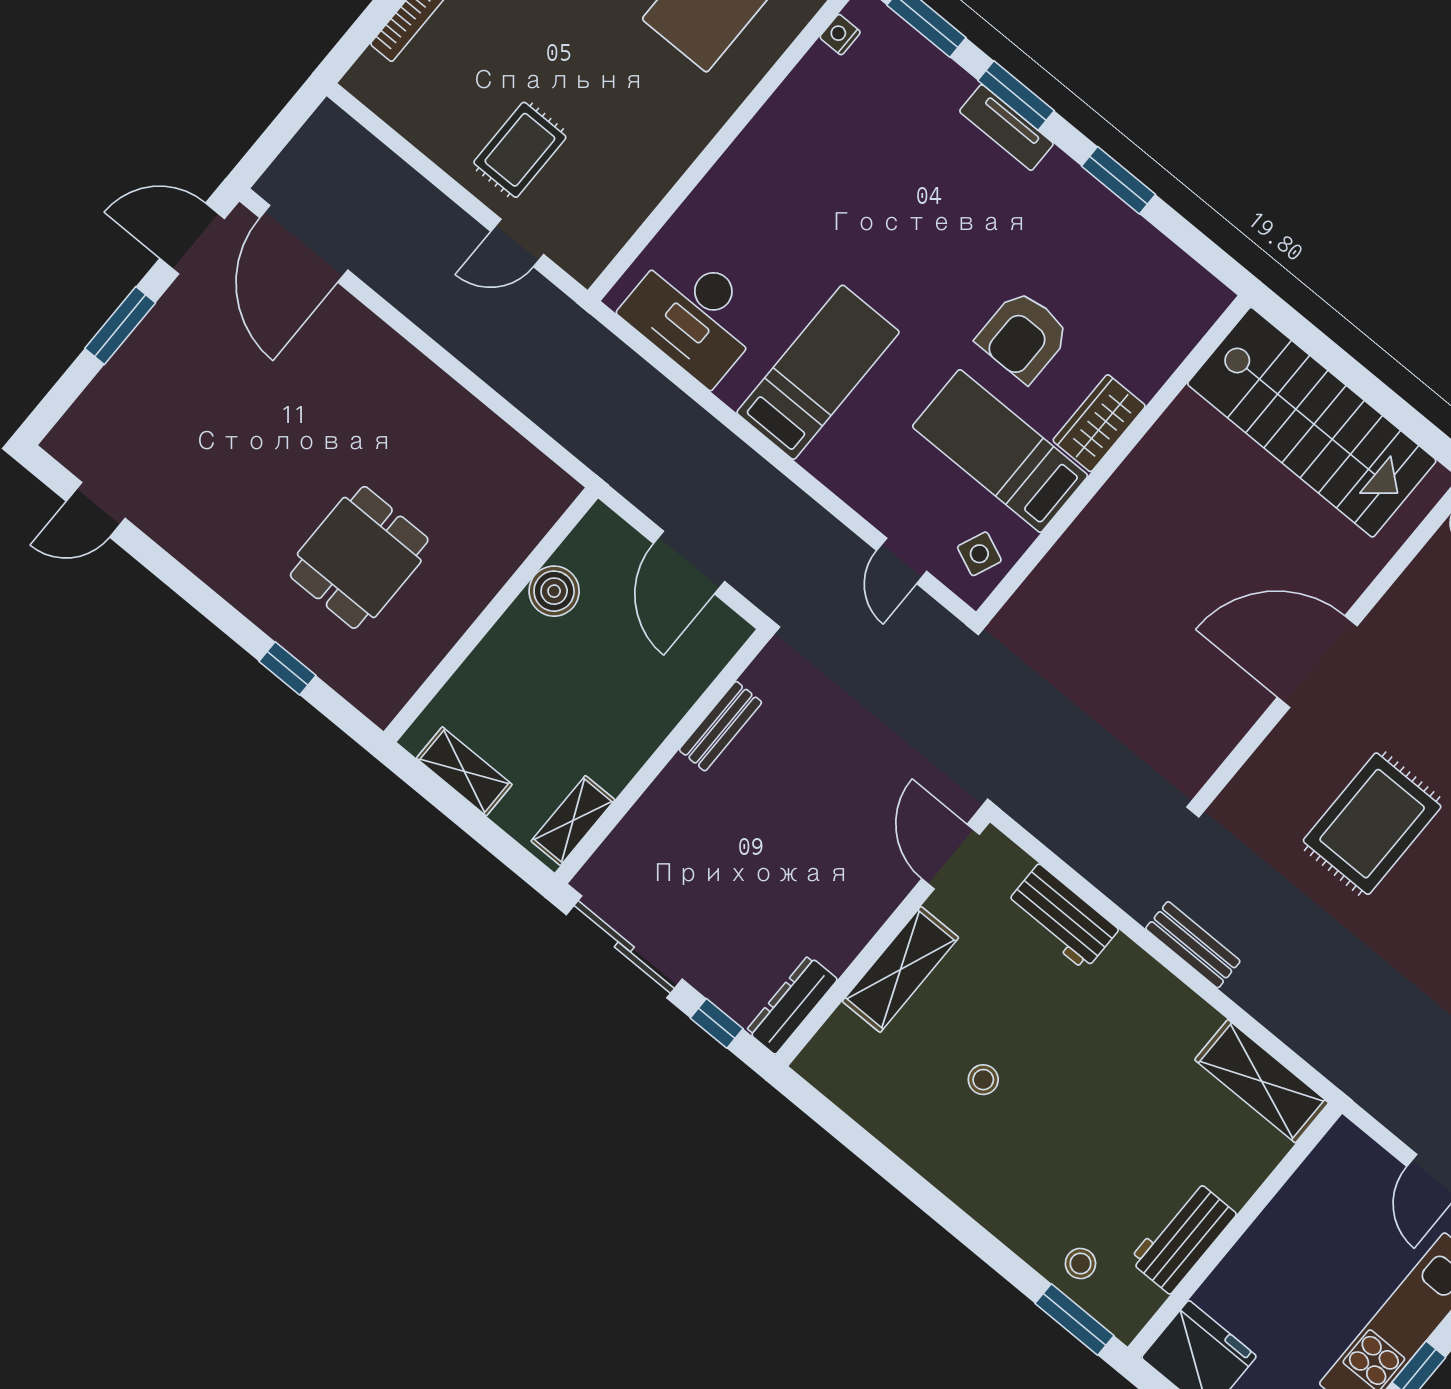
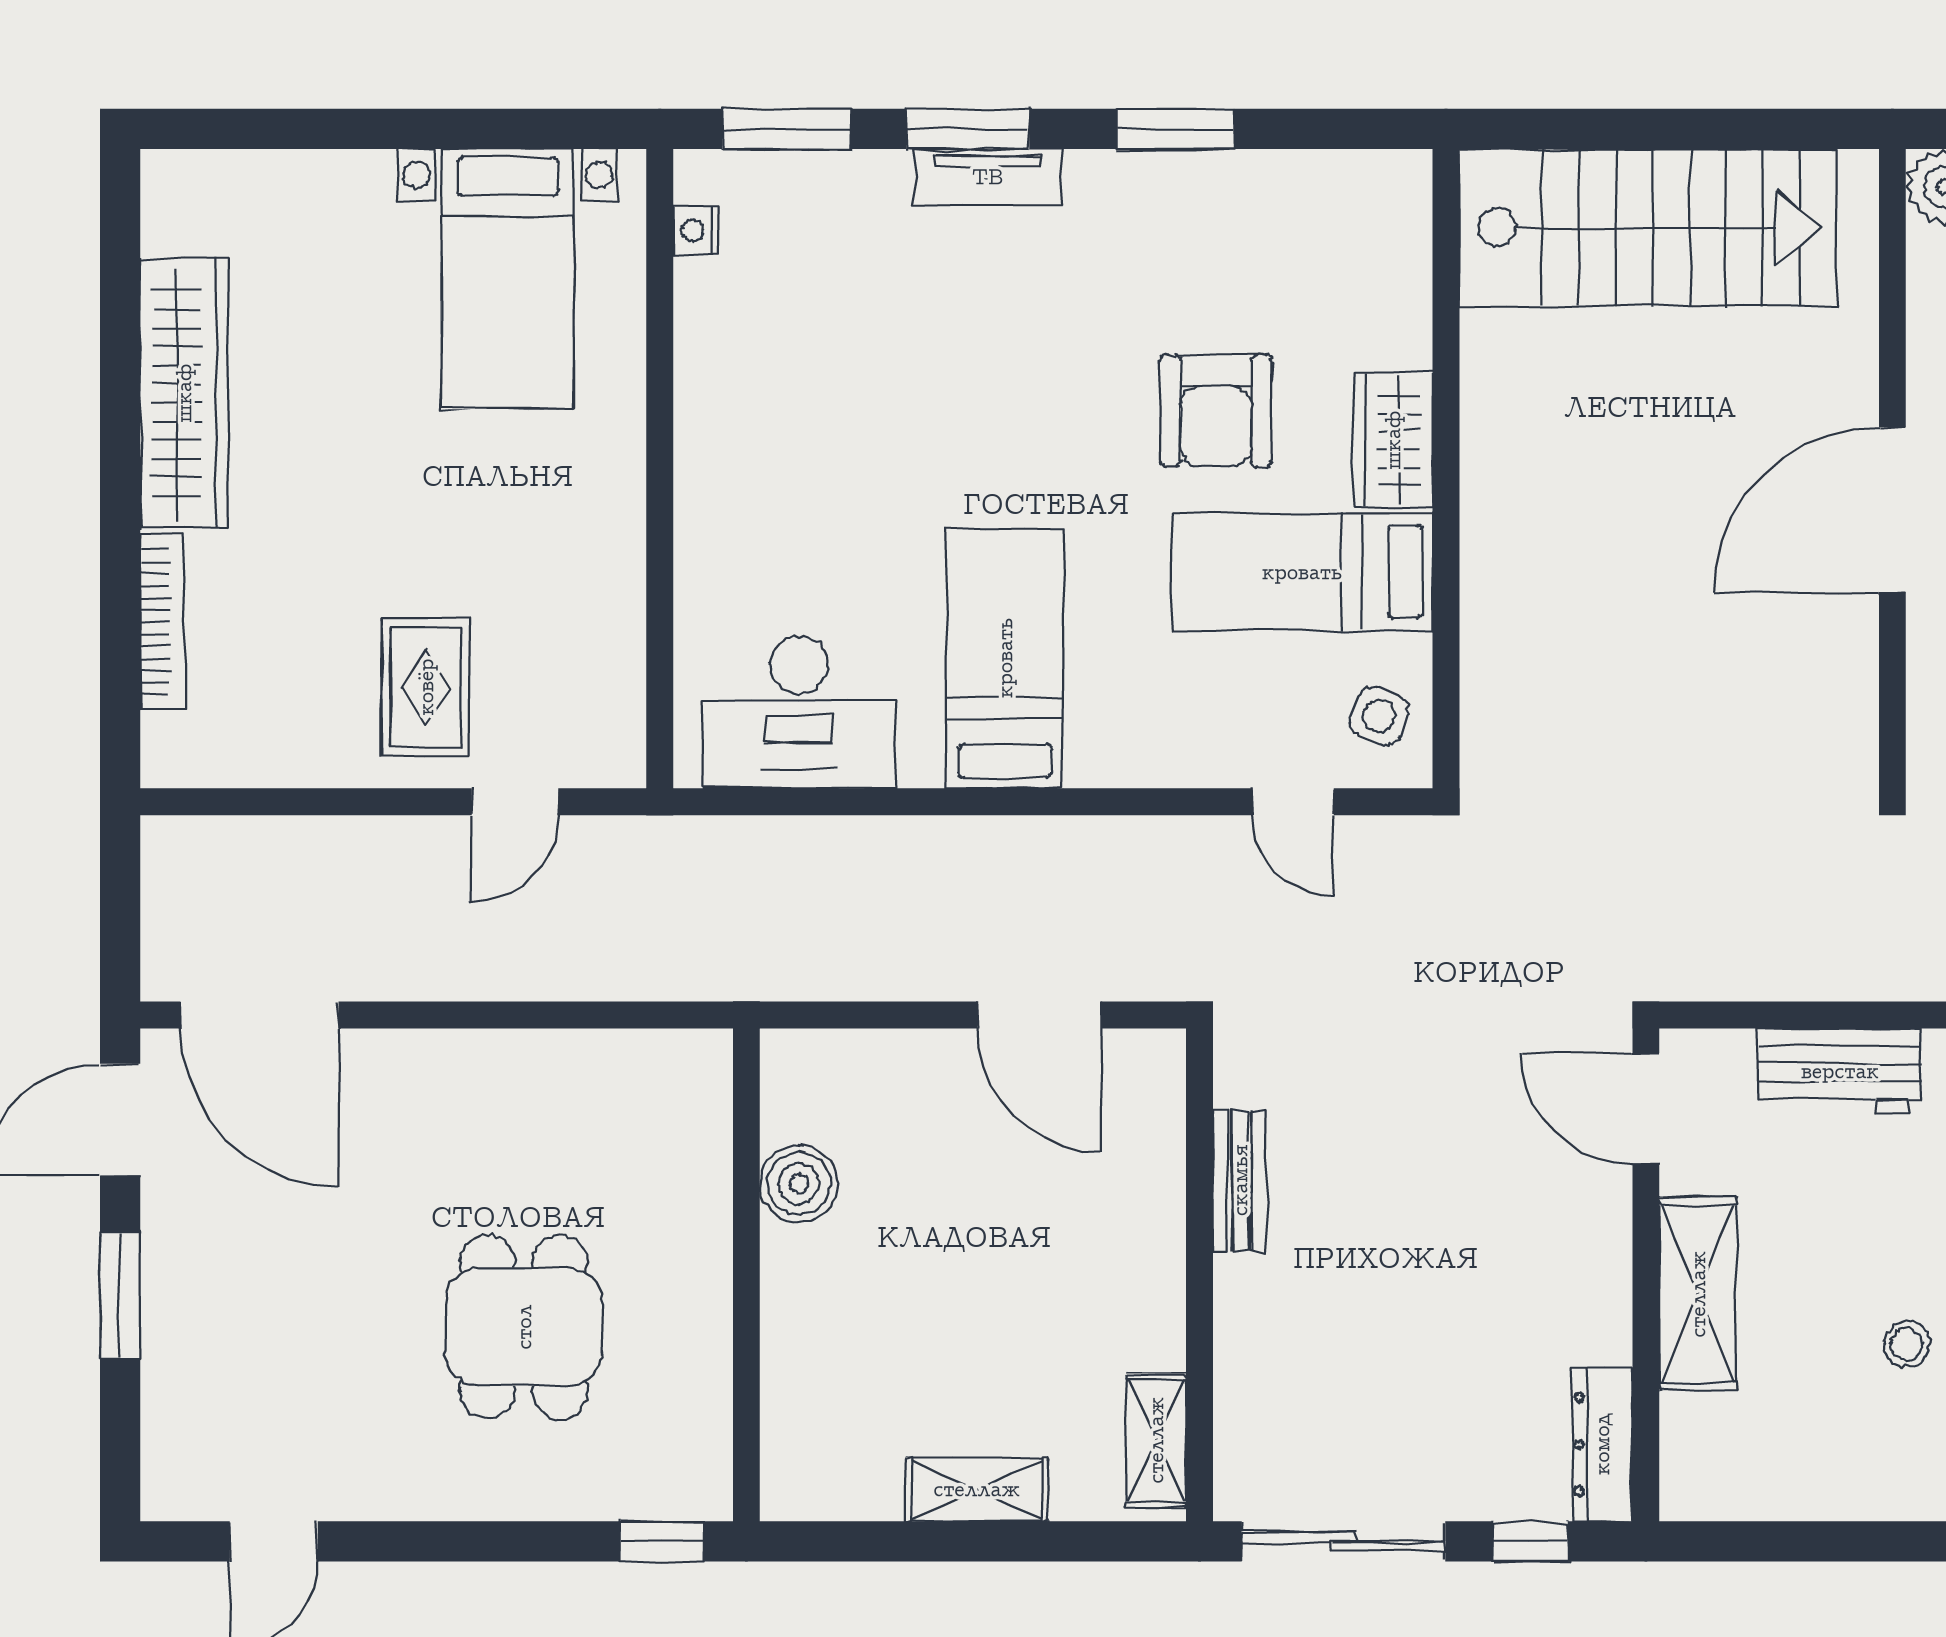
dining table: (359, 557) -> (524, 1327), moved
boiler: (554, 591) -> (799, 1184), moved
wall: (491, 615) -> (746, 1275), moved

